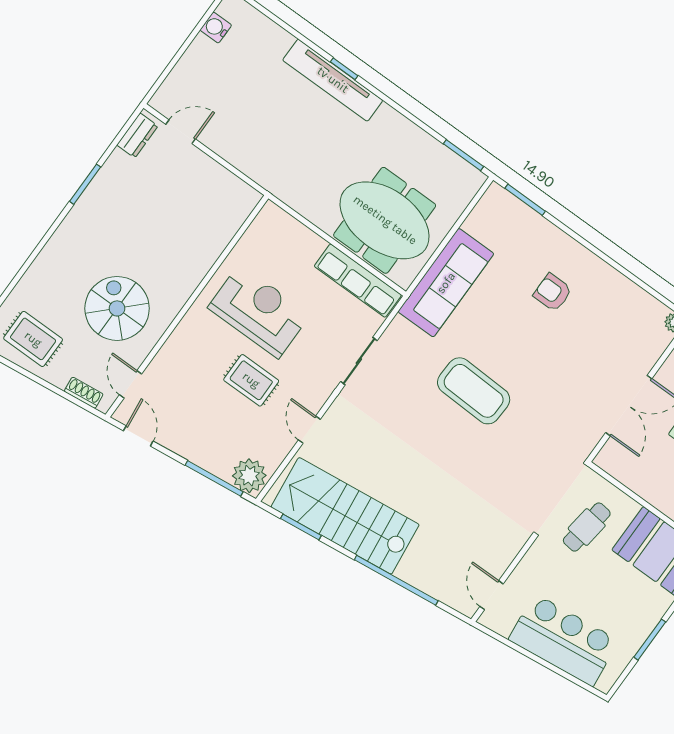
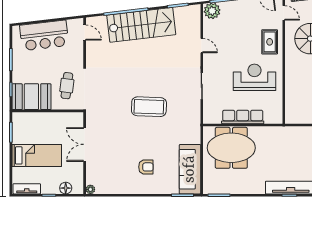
row of seats: (358, 281) -> (243, 117), moved
sofa: (446, 283) -> (190, 169), moved
reception desk: (259, 311) -> (254, 77), turned 180
rug: (251, 380) -> (270, 42), moved, turned 90
stairs: (345, 516) -> (141, 25), moved

